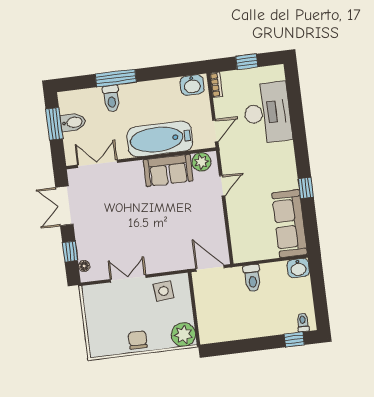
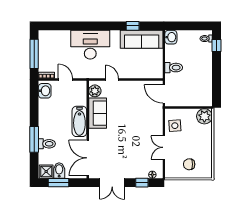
window: (247, 62) -> (34, 54), width x2.17
shower: (69, 103) -> (46, 172), added
desk: (267, 113) -> (90, 45), moved
door: (215, 131) -> (65, 80), moved
bathtub: (160, 139) -> (79, 121), width x0.73, depth x0.73
double door: (97, 164) -> (88, 158), width x1.37
window: (306, 188) -> (133, 26), moved
door: (210, 268) -> (164, 94), hinge flipped
chair: (138, 340) -> (189, 164), moved

